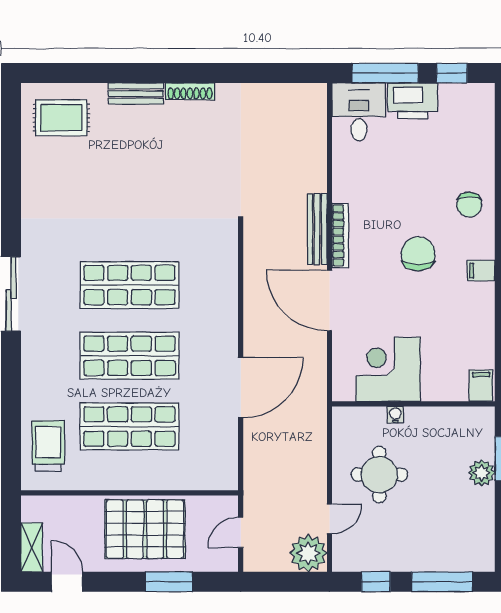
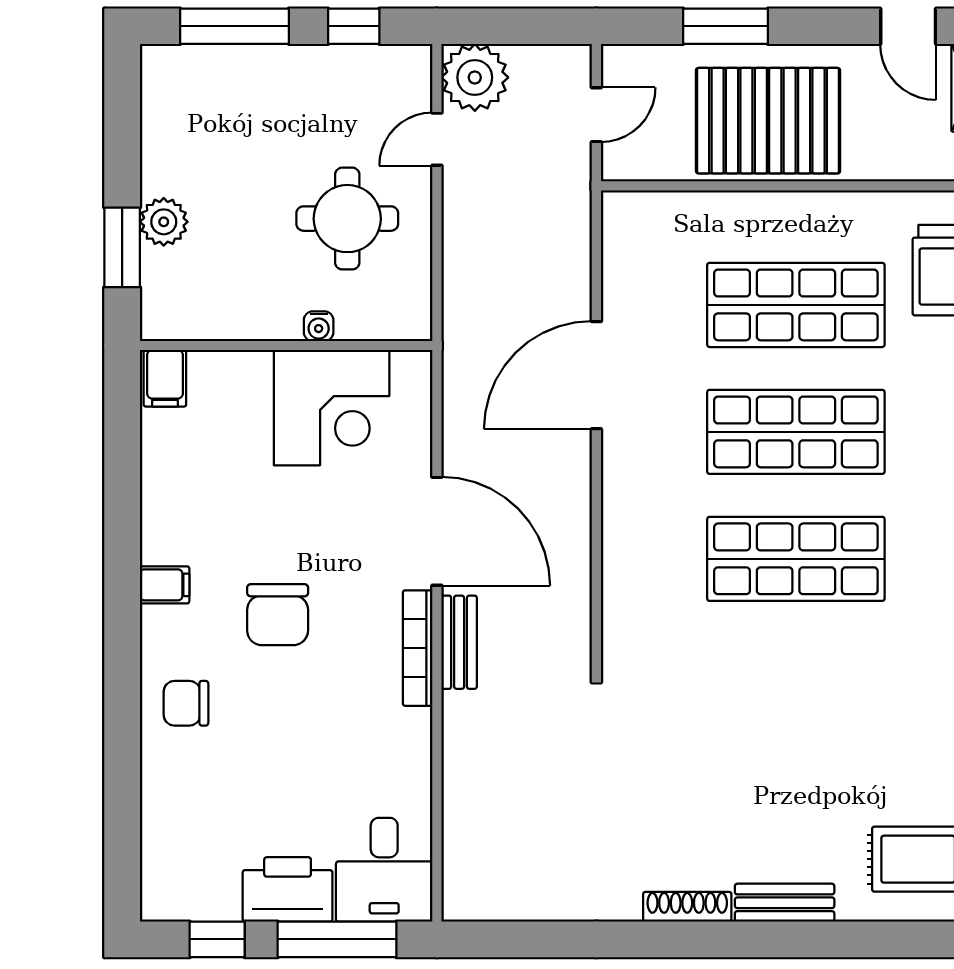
chair: (469, 205) -> (186, 703), turned -90
bench: (317, 229) -> (459, 642), width x0.73

